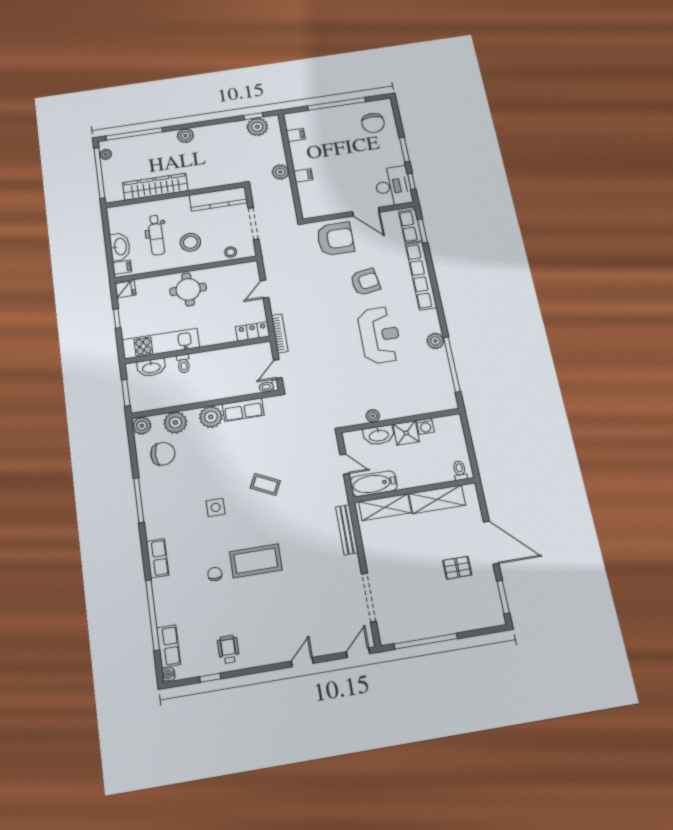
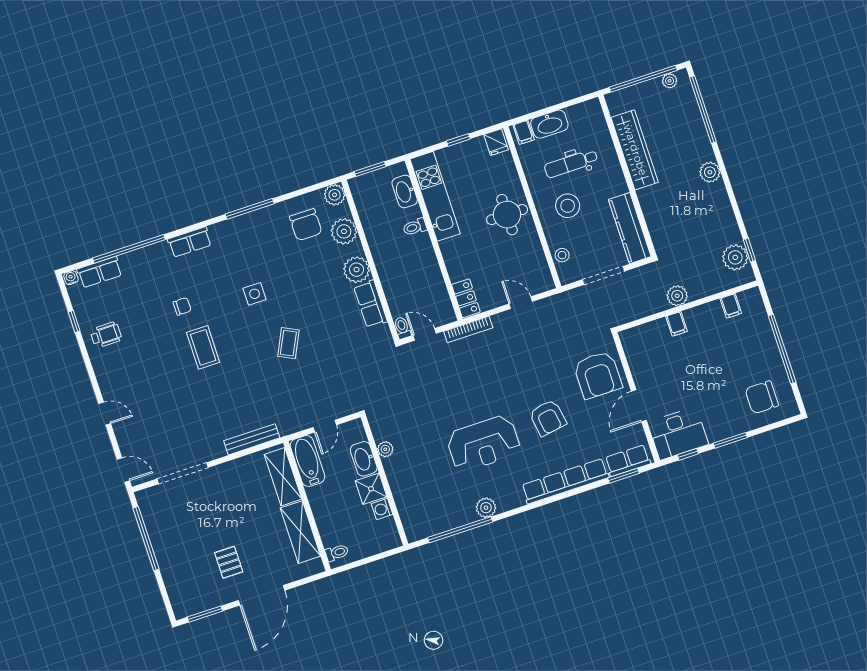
coffee table: (256, 561) -> (203, 347), width x0.73, depth x0.76

